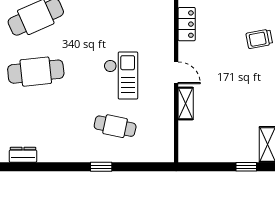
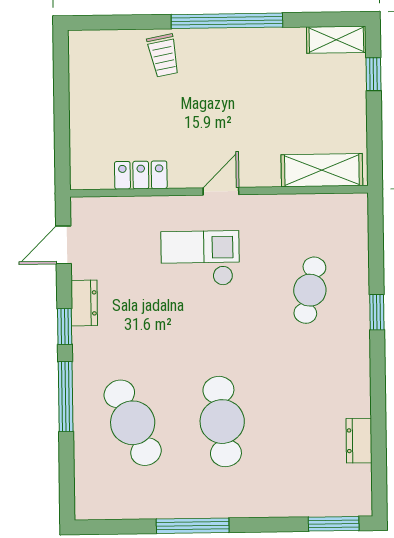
checkout: (121, 75) -> (200, 258), moved
shelving: (186, 103) -> (322, 170), moved, width x1.50, depth x1.33

